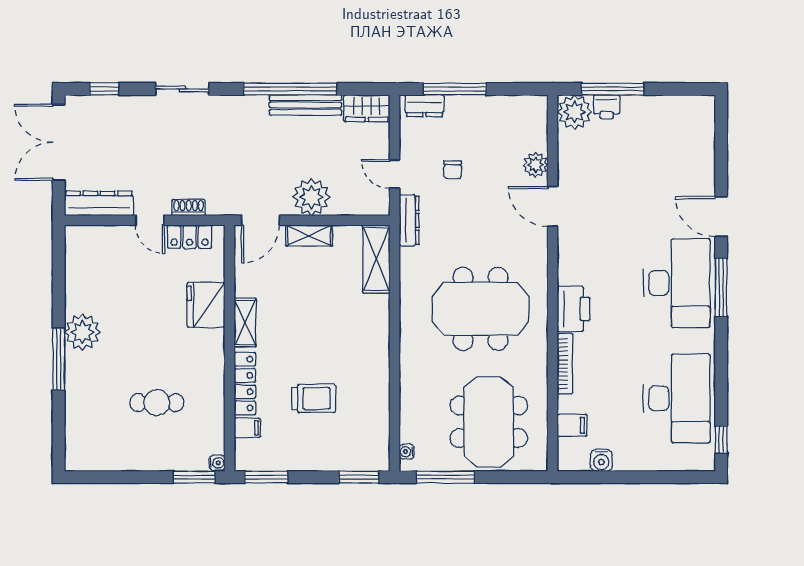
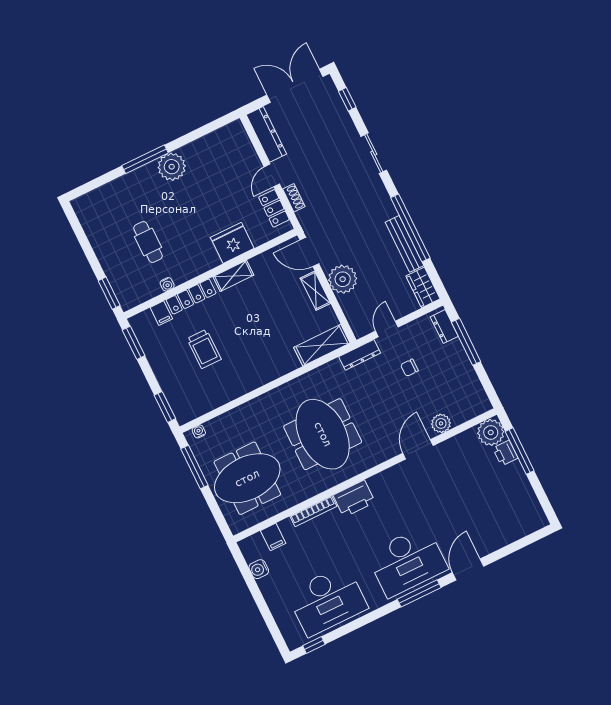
water cooler: (217, 463) -> (167, 284), moved

